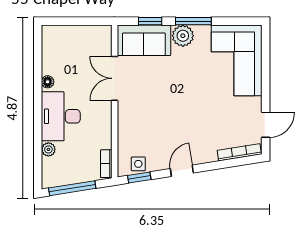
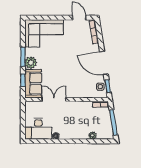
double door: (115, 78) -> (54, 100), swing flipped
desk: (61, 116) -> (38, 129), moved
door: (182, 171) -> (104, 63), width x1.88

